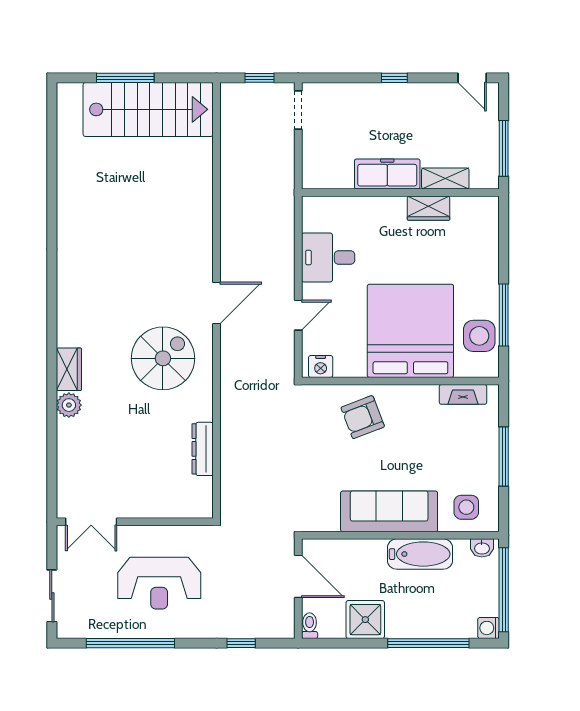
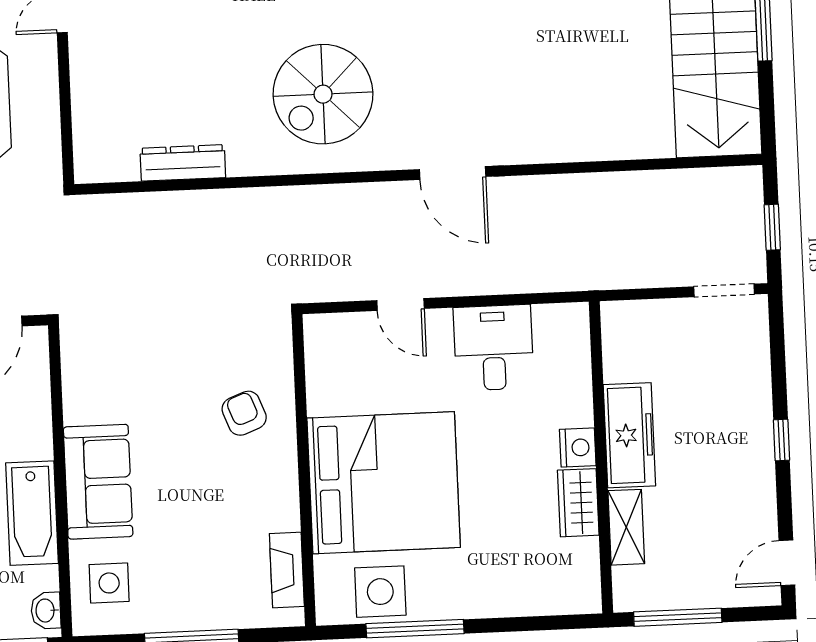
door: (216, 303) -> (453, 173), moved
spiral stairs: (163, 358) -> (323, 94), turned 90
nightstand: (321, 367) -> (578, 447), moved, turned 180
armchair: (363, 417) -> (244, 413), width x0.72, depth x0.72
sofa: (389, 511) -> (98, 482), width x0.73

